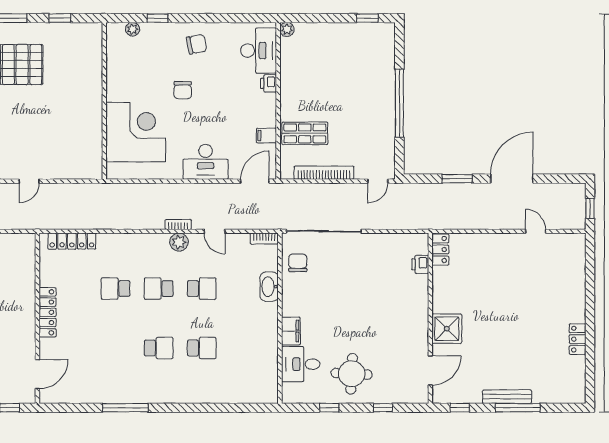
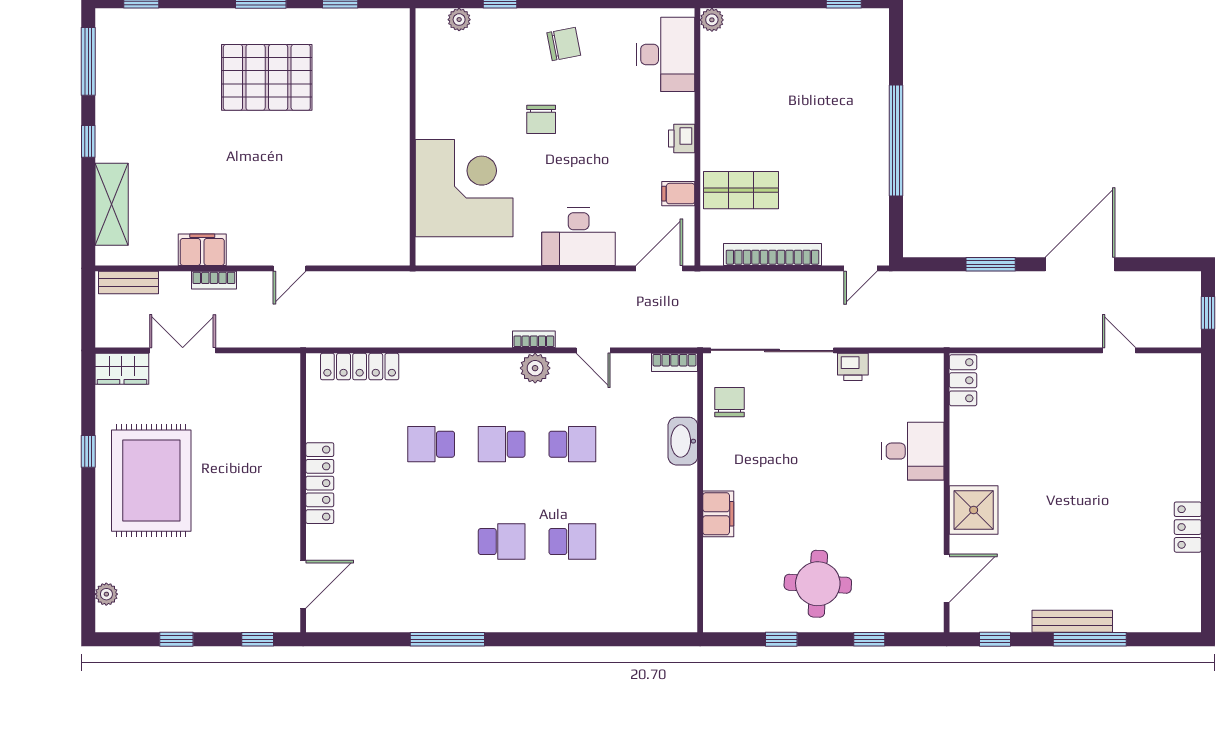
printer: (268, 83) -> (682, 139), moved
printer: (420, 264) -> (853, 367), moved, turned -90
desk: (301, 364) -> (913, 451), moved, turned 180

